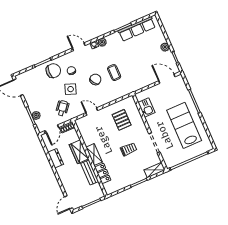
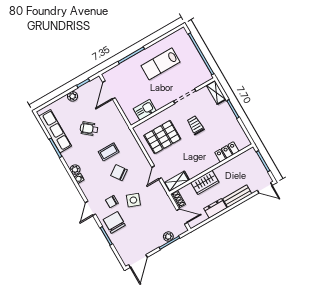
door: (79, 47) -> (90, 208), moved
wheelchair: (62, 108) -> (89, 129), moved
pallet: (122, 120) -> (162, 137), width x1.50, depth x1.42
lab bench: (184, 125) -> (161, 64), width x0.73, depth x0.72
shelving: (94, 155) -> (177, 181), moved
bench: (90, 172) -> (237, 196), moved

